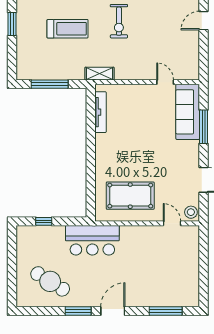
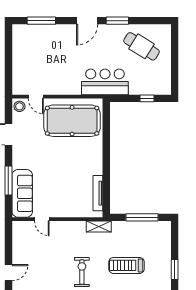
pool table: (130, 196) -> (72, 121), width x1.36, depth x1.32

